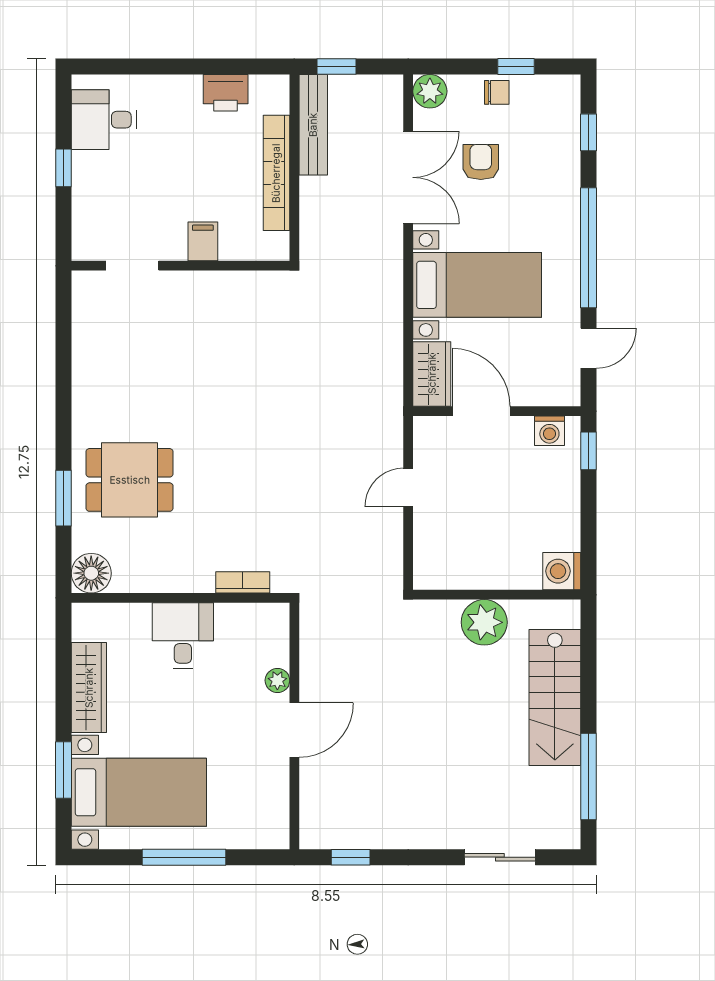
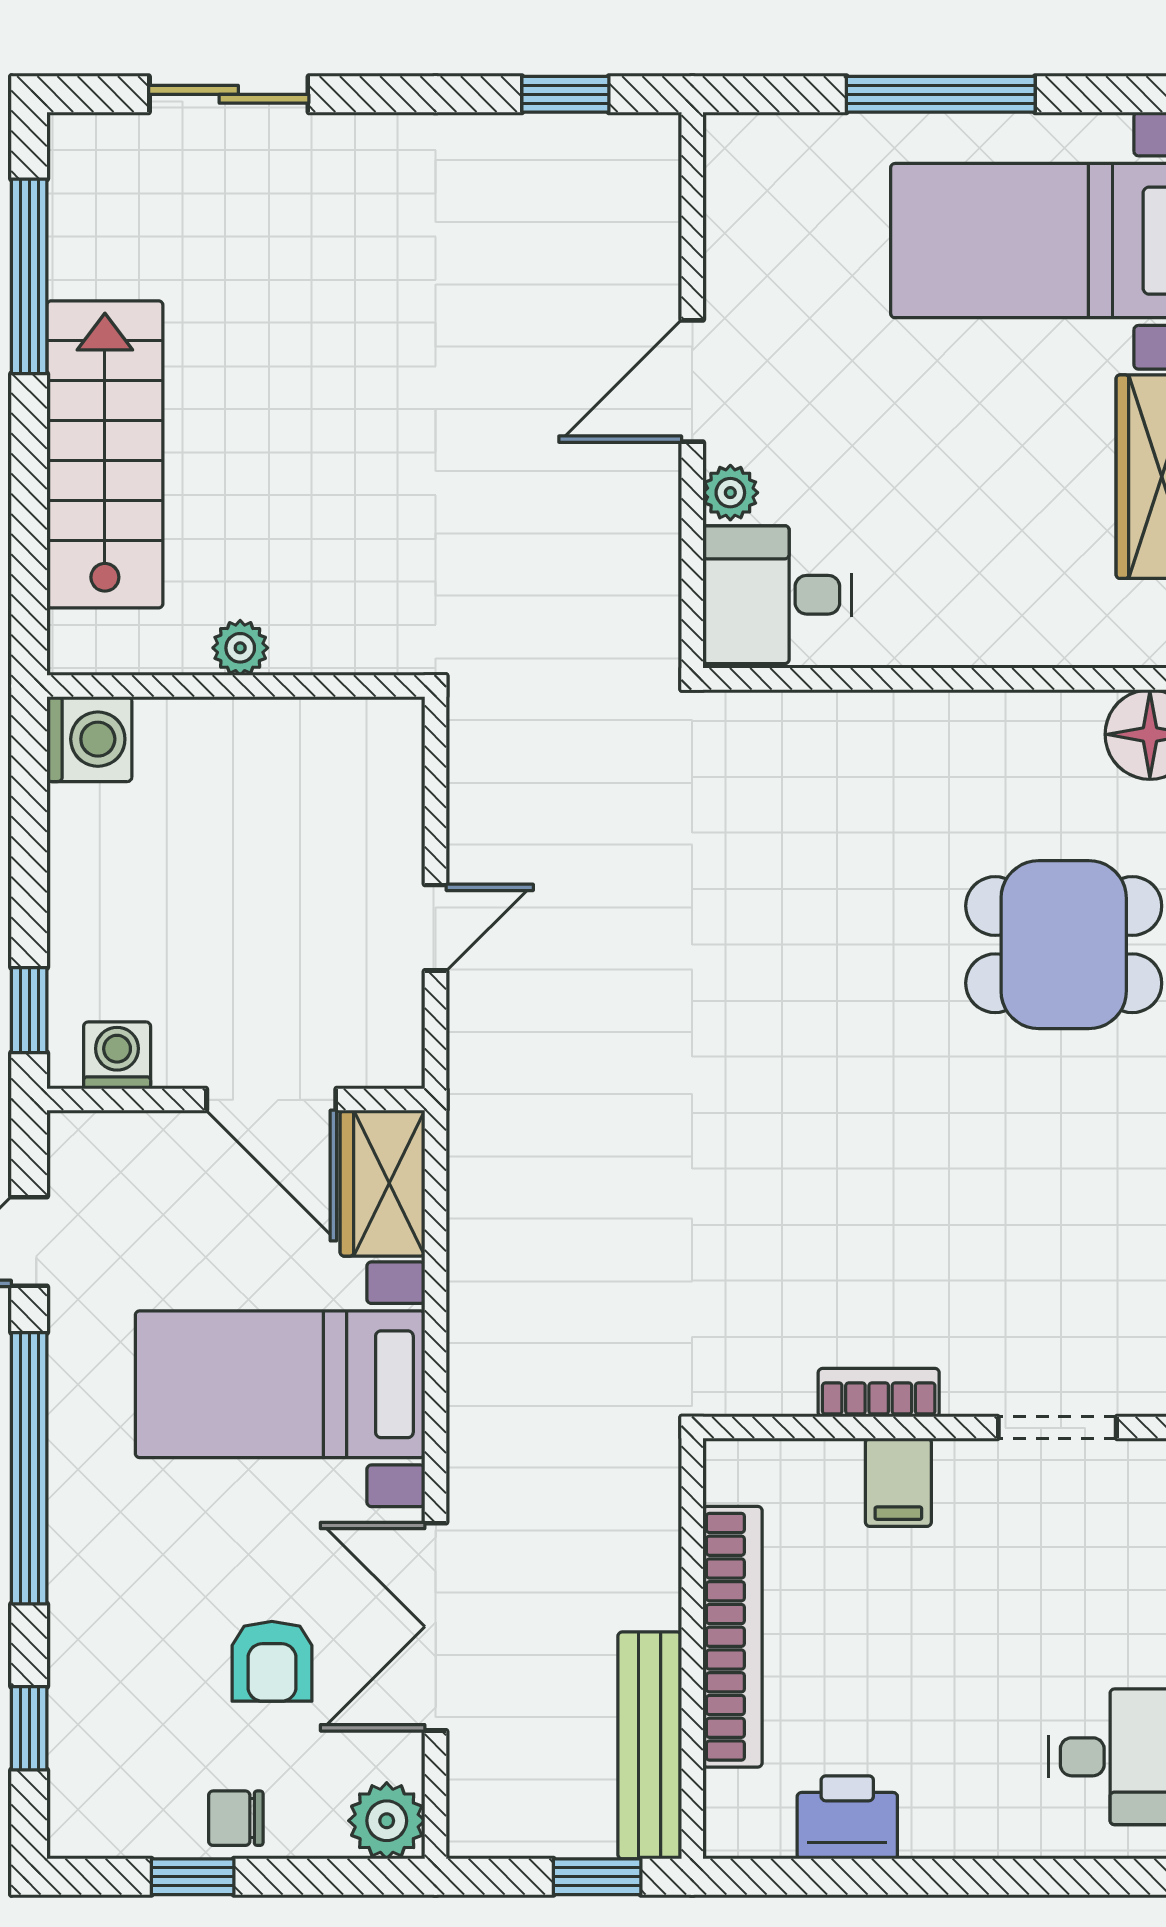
bookcase: (243, 582) -> (879, 1393), moved, turned 180
plant: (484, 622) -> (240, 648), width x0.53, depth x0.53
desk: (183, 636) -> (777, 595), moved, turned 90

